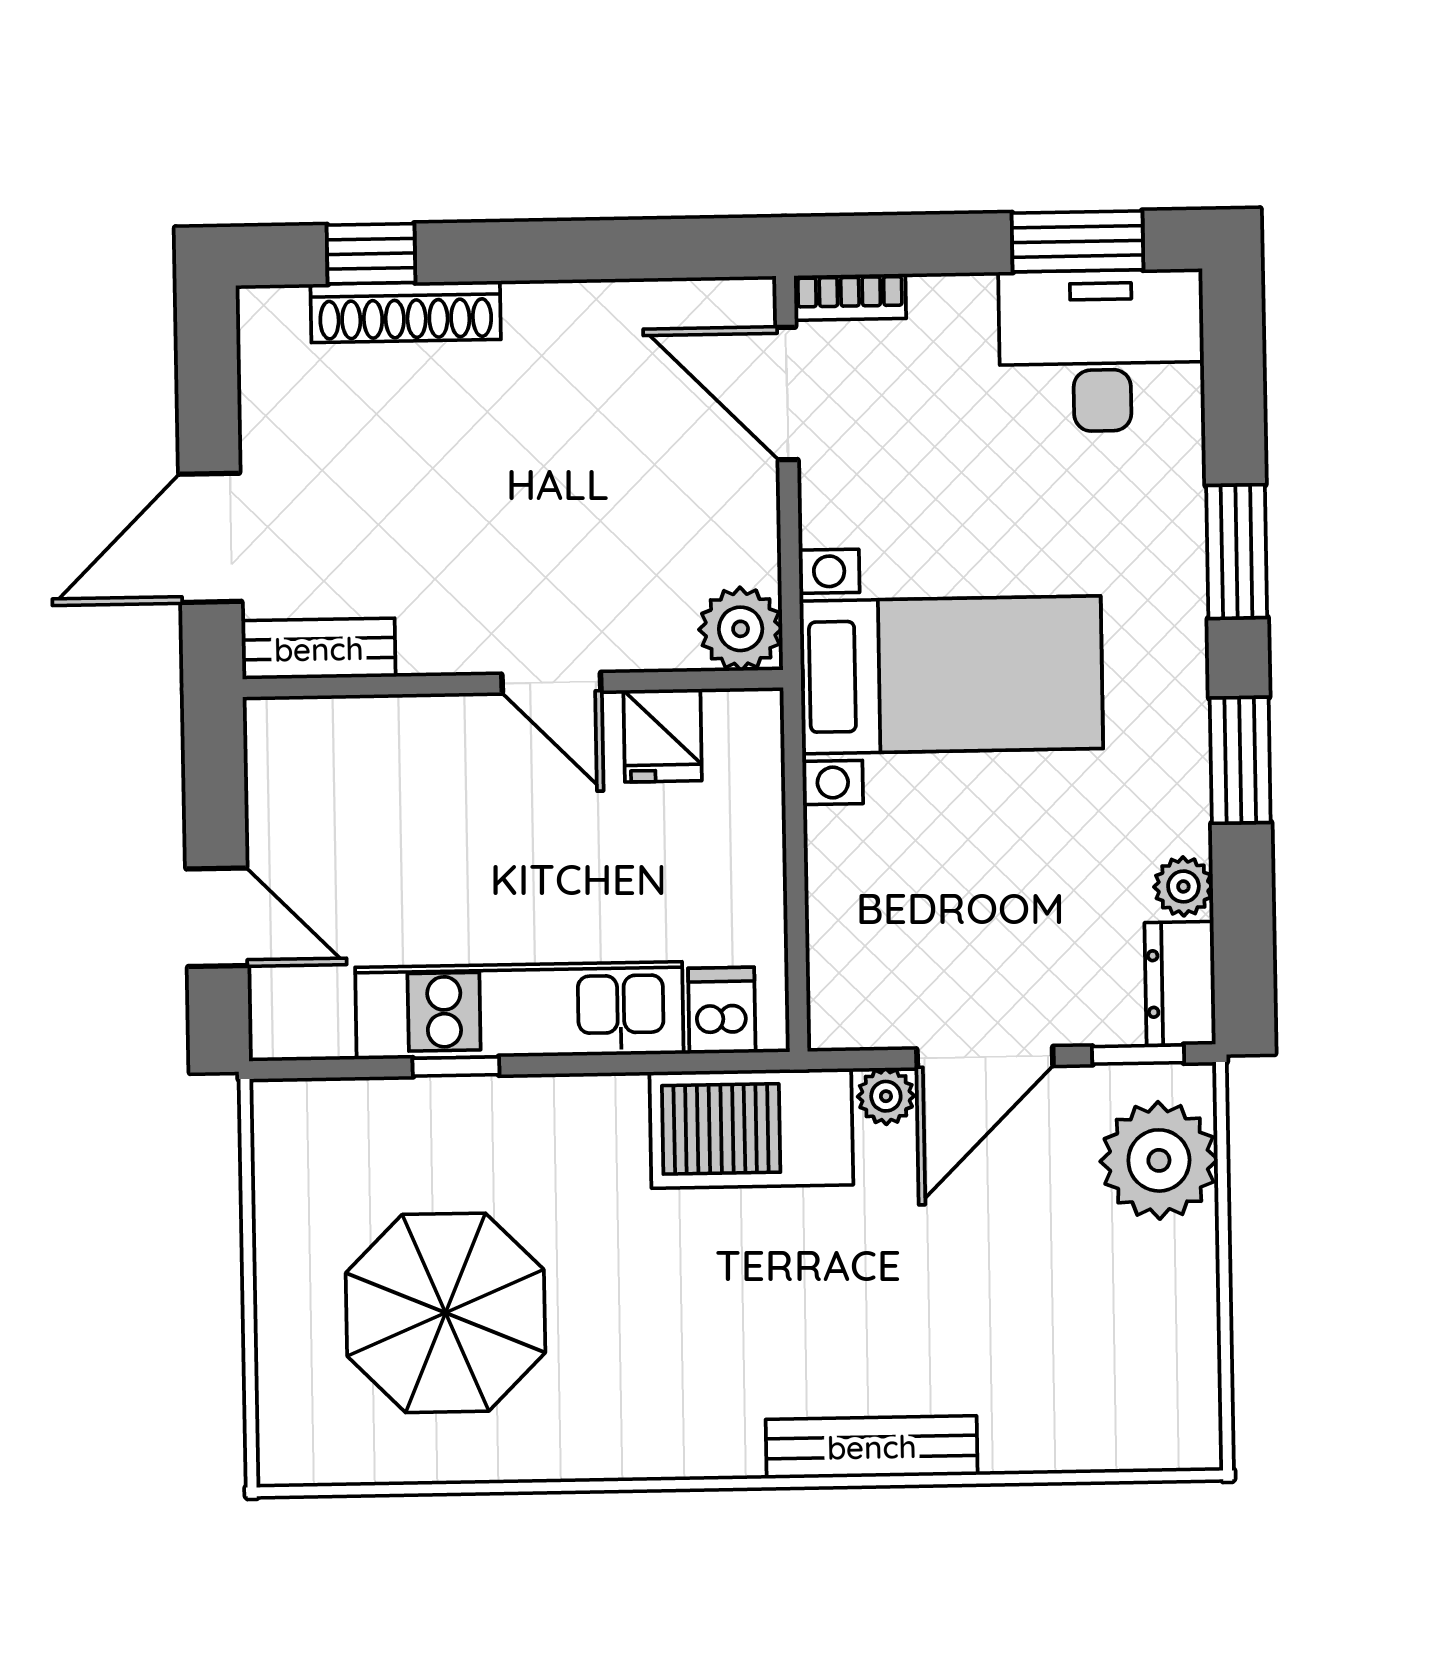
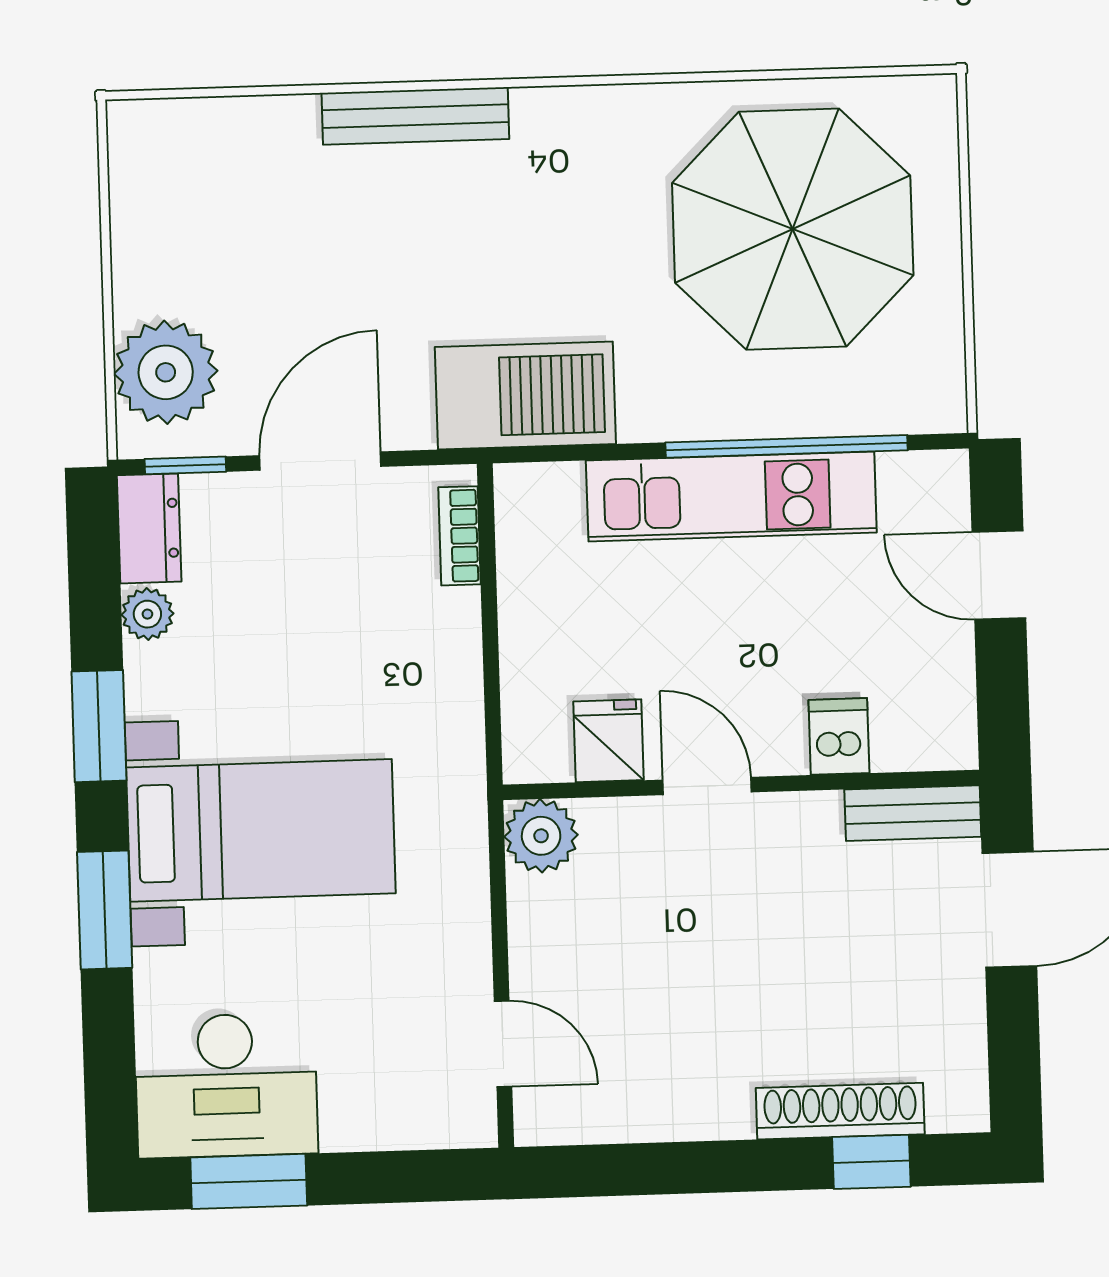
bookcase: (850, 297) -> (460, 536), moved, turned -90
door: (787, 393) -> (503, 1044), width x0.73
bed with nightstands: (951, 675) -> (261, 830), moved, turned 180
dishwasher: (722, 1010) -> (839, 736), moved, turned 180
window: (456, 1066) -> (787, 446), width x3.17
plant: (886, 1096) -> (407, 426), removed
parasol: (445, 1313) -> (793, 229), width x1.36, depth x1.36

